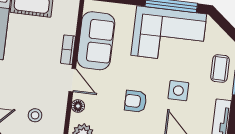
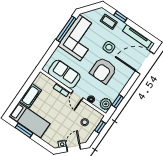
door: (72, 80) -> (77, 95), swing flipped
armchair: (136, 101) -> (103, 70), width x1.88, depth x1.88

